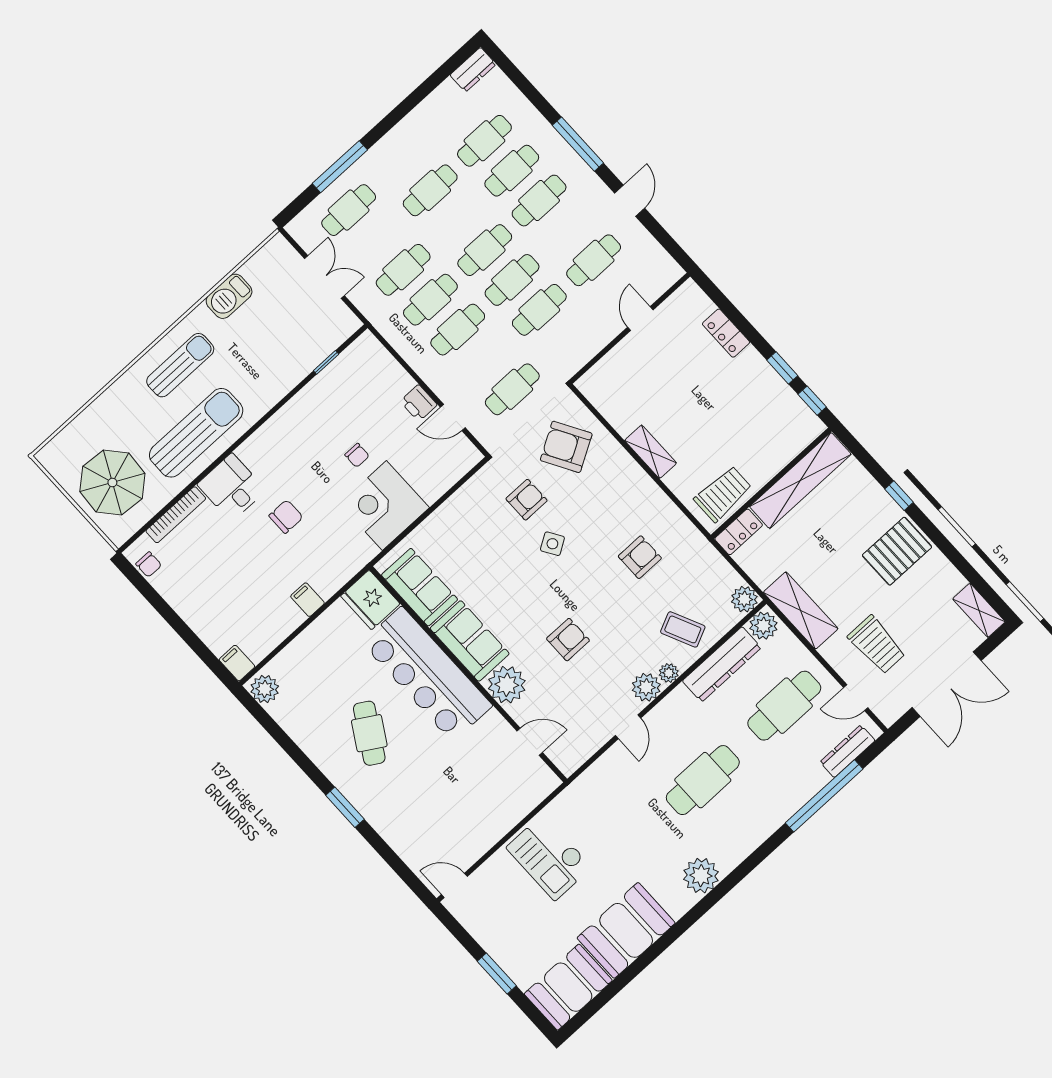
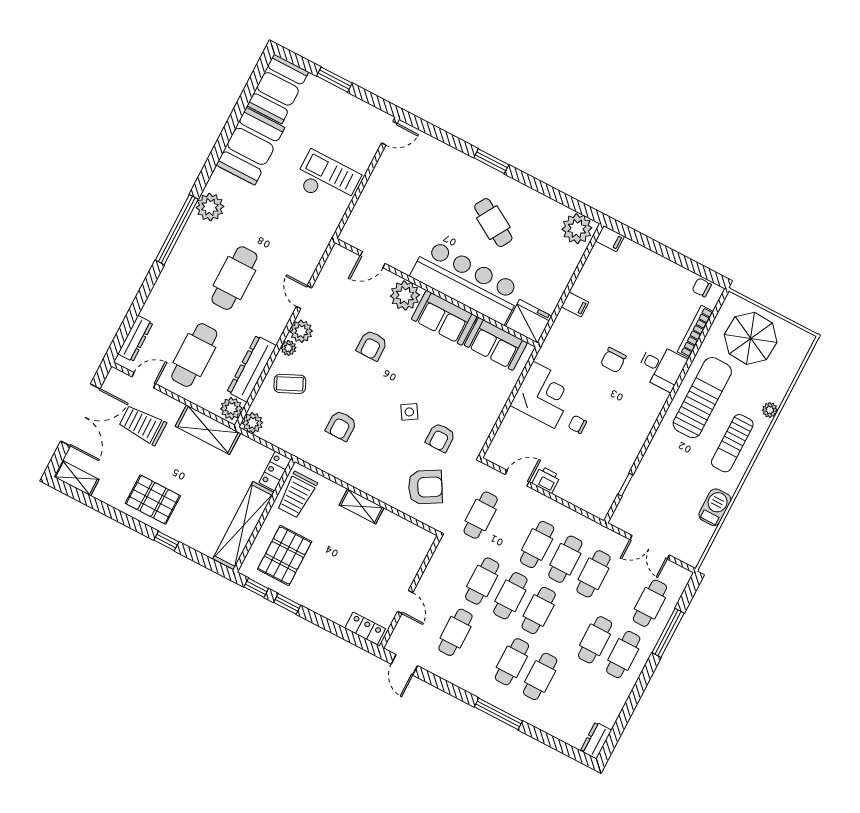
cafe table: (484, 141) -> (623, 654), moved
door: (630, 201) -> (404, 665), moved
locker: (726, 333) -> (365, 628), moved
plant: (121, 388) -> (770, 410), added
pallet: (764, 427) -> (285, 555), added
sun lounger: (196, 433) -> (702, 398), turned 180
pallet: (897, 551) -> (153, 500), turned 90
double door: (947, 684) -> (80, 415), swing flipped
plant: (265, 689) -> (577, 229), width x1.36, depth x1.36
window: (824, 796) -> (177, 230), moved

